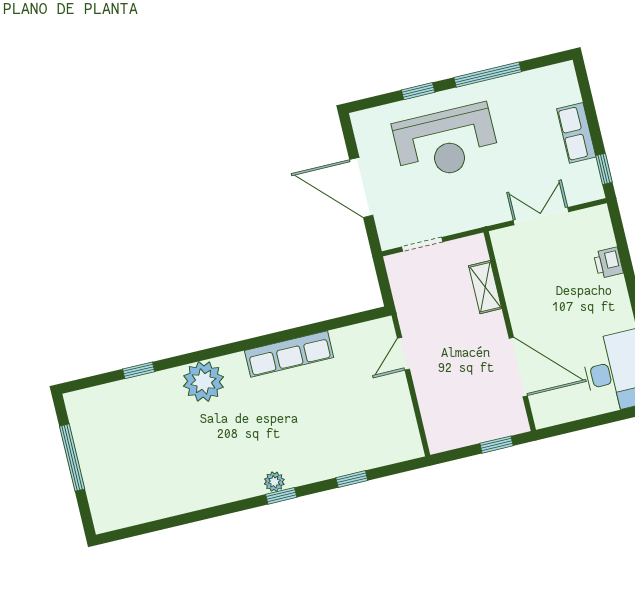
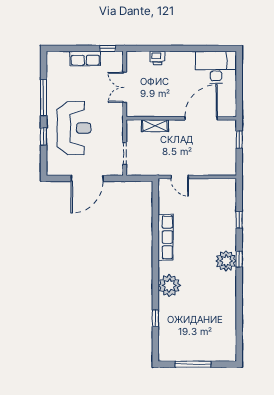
plant: (274, 482) -> (226, 261), width x1.87, depth x1.87

